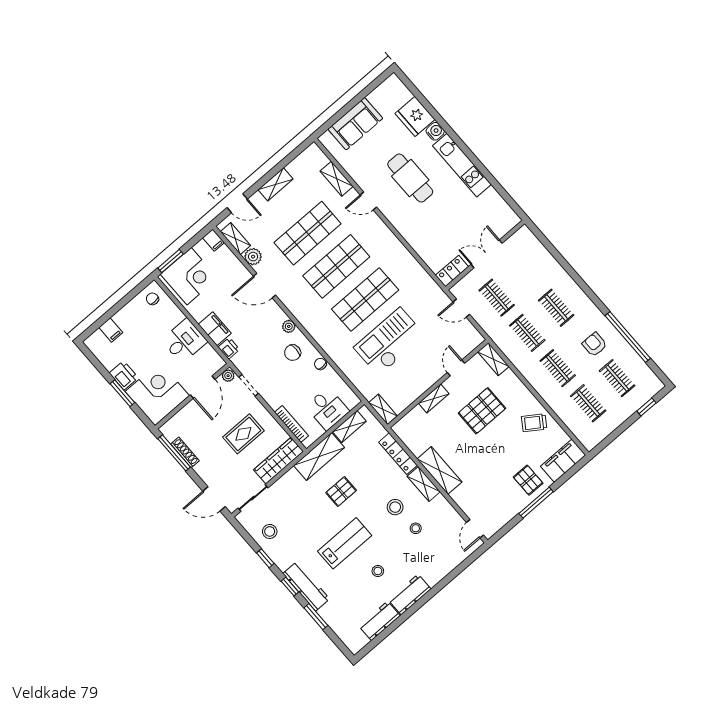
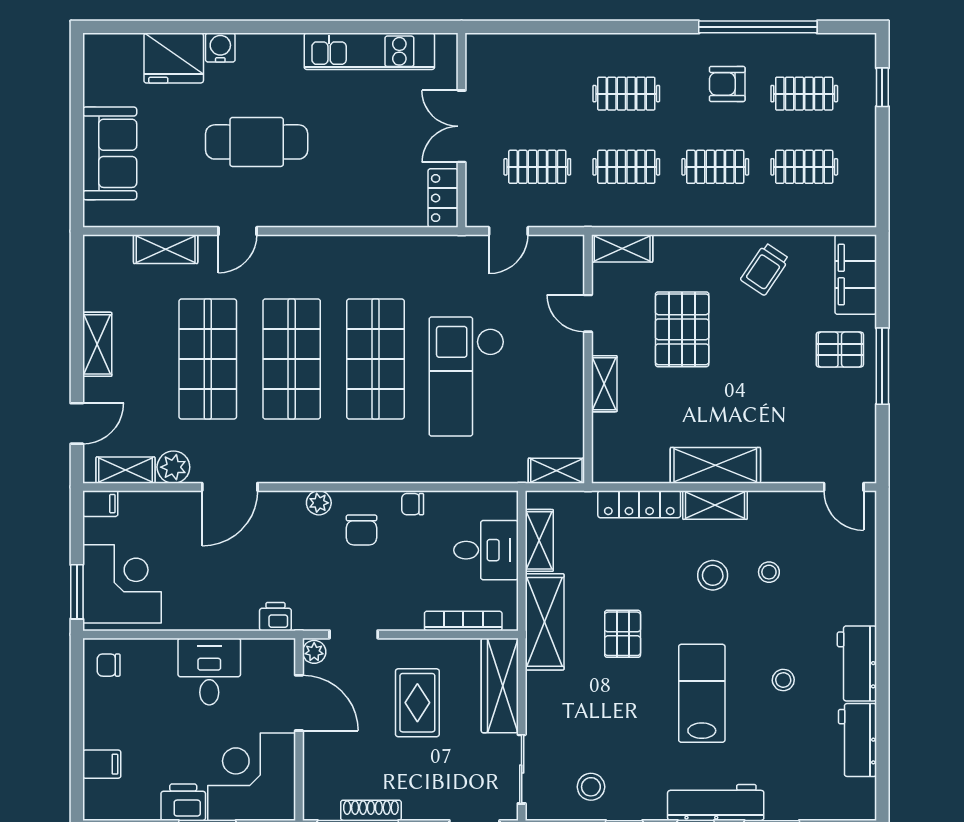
kitchen unit: (462, 165) -> (369, 51), moved
filing cabinet: (215, 329) -> (230, 613), removed

